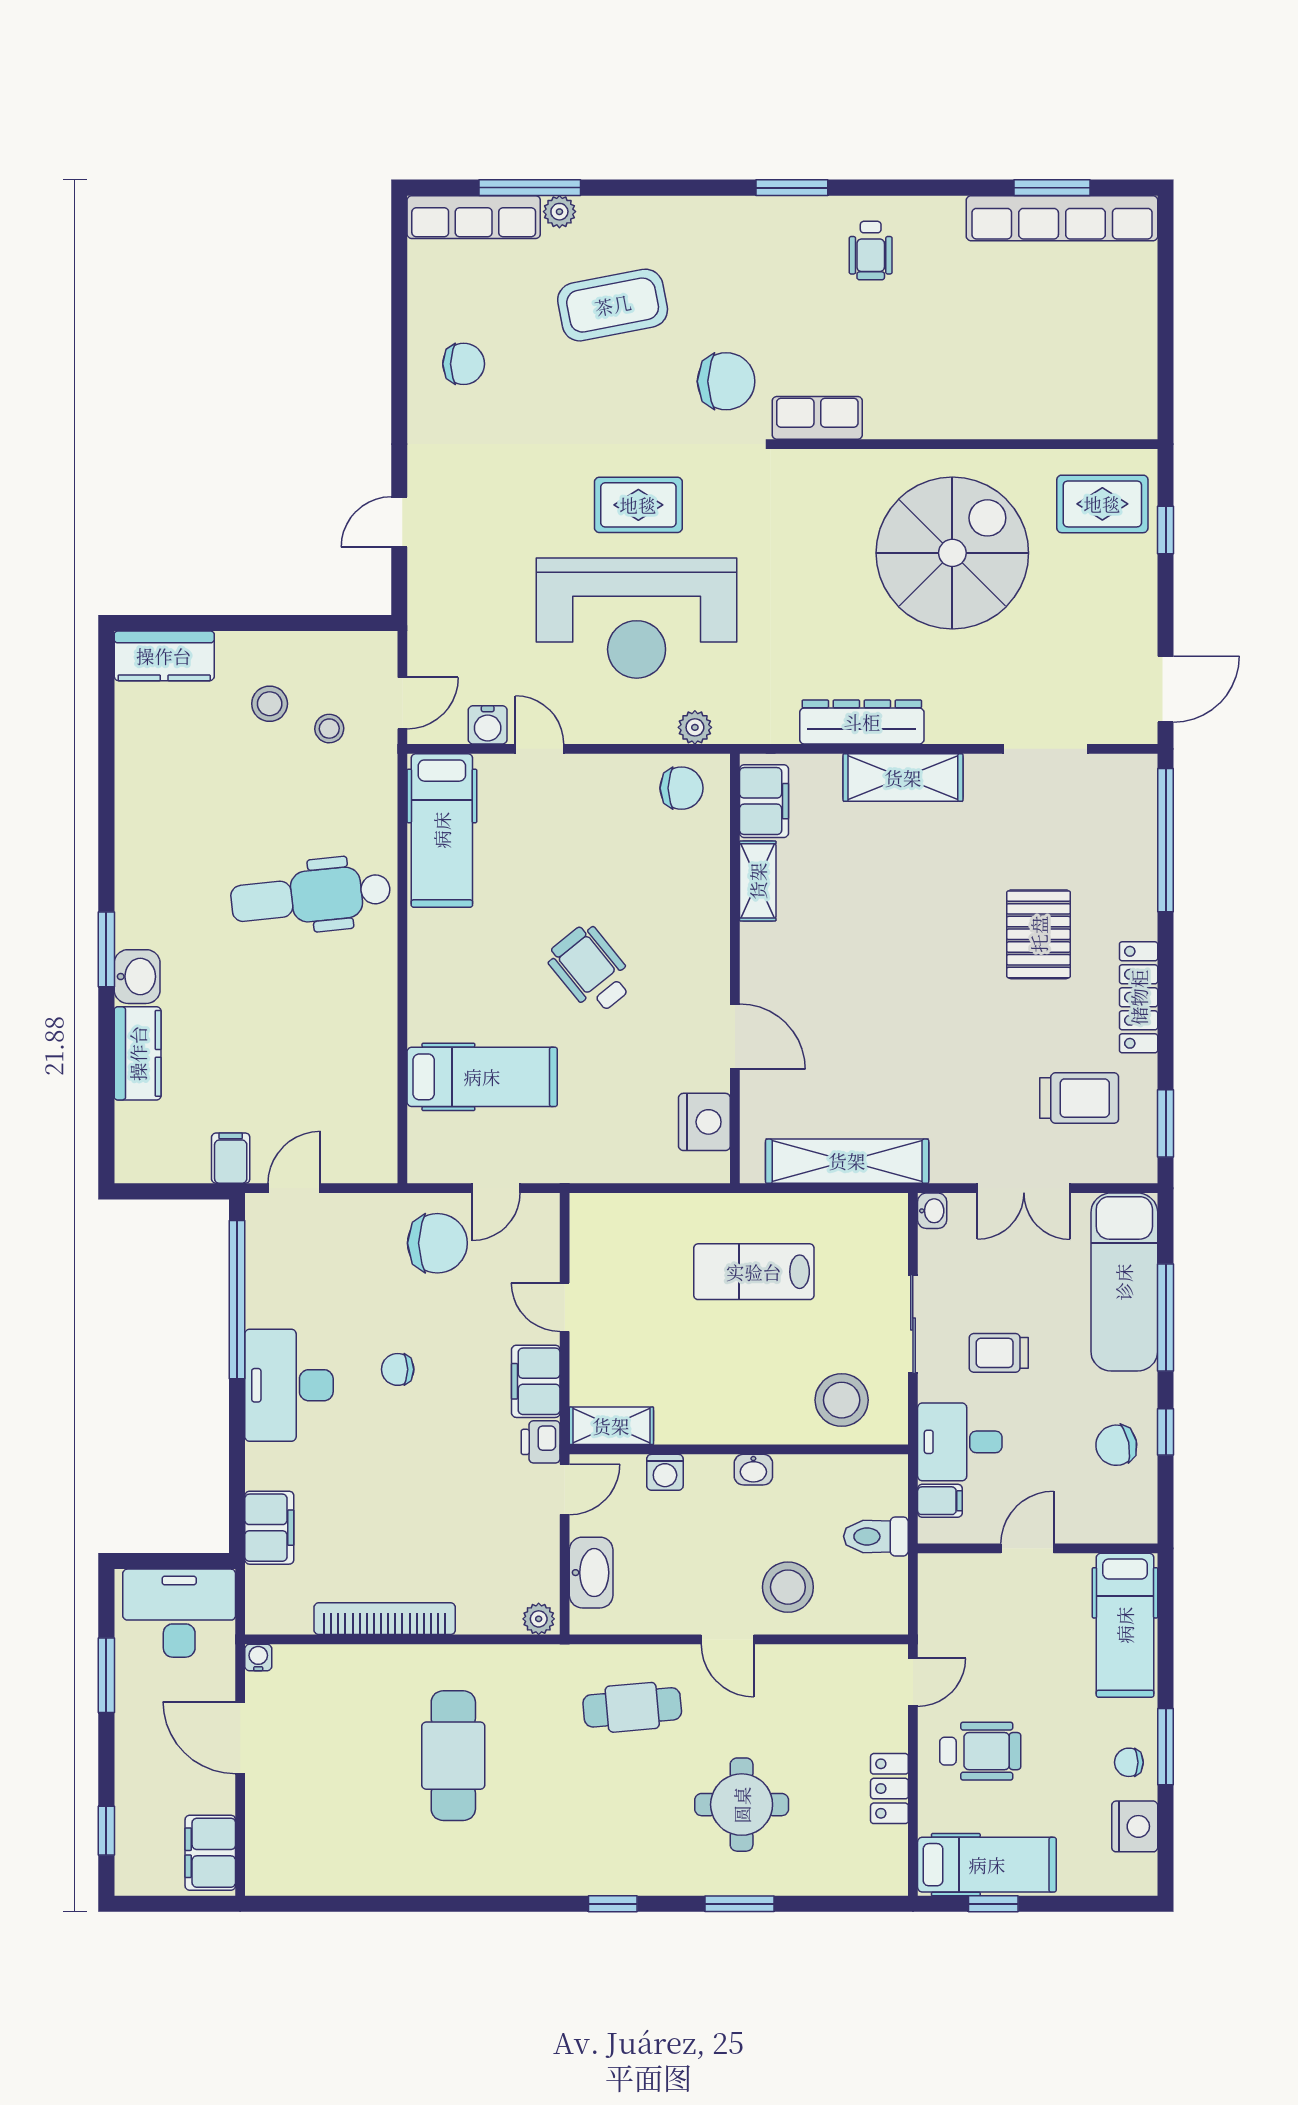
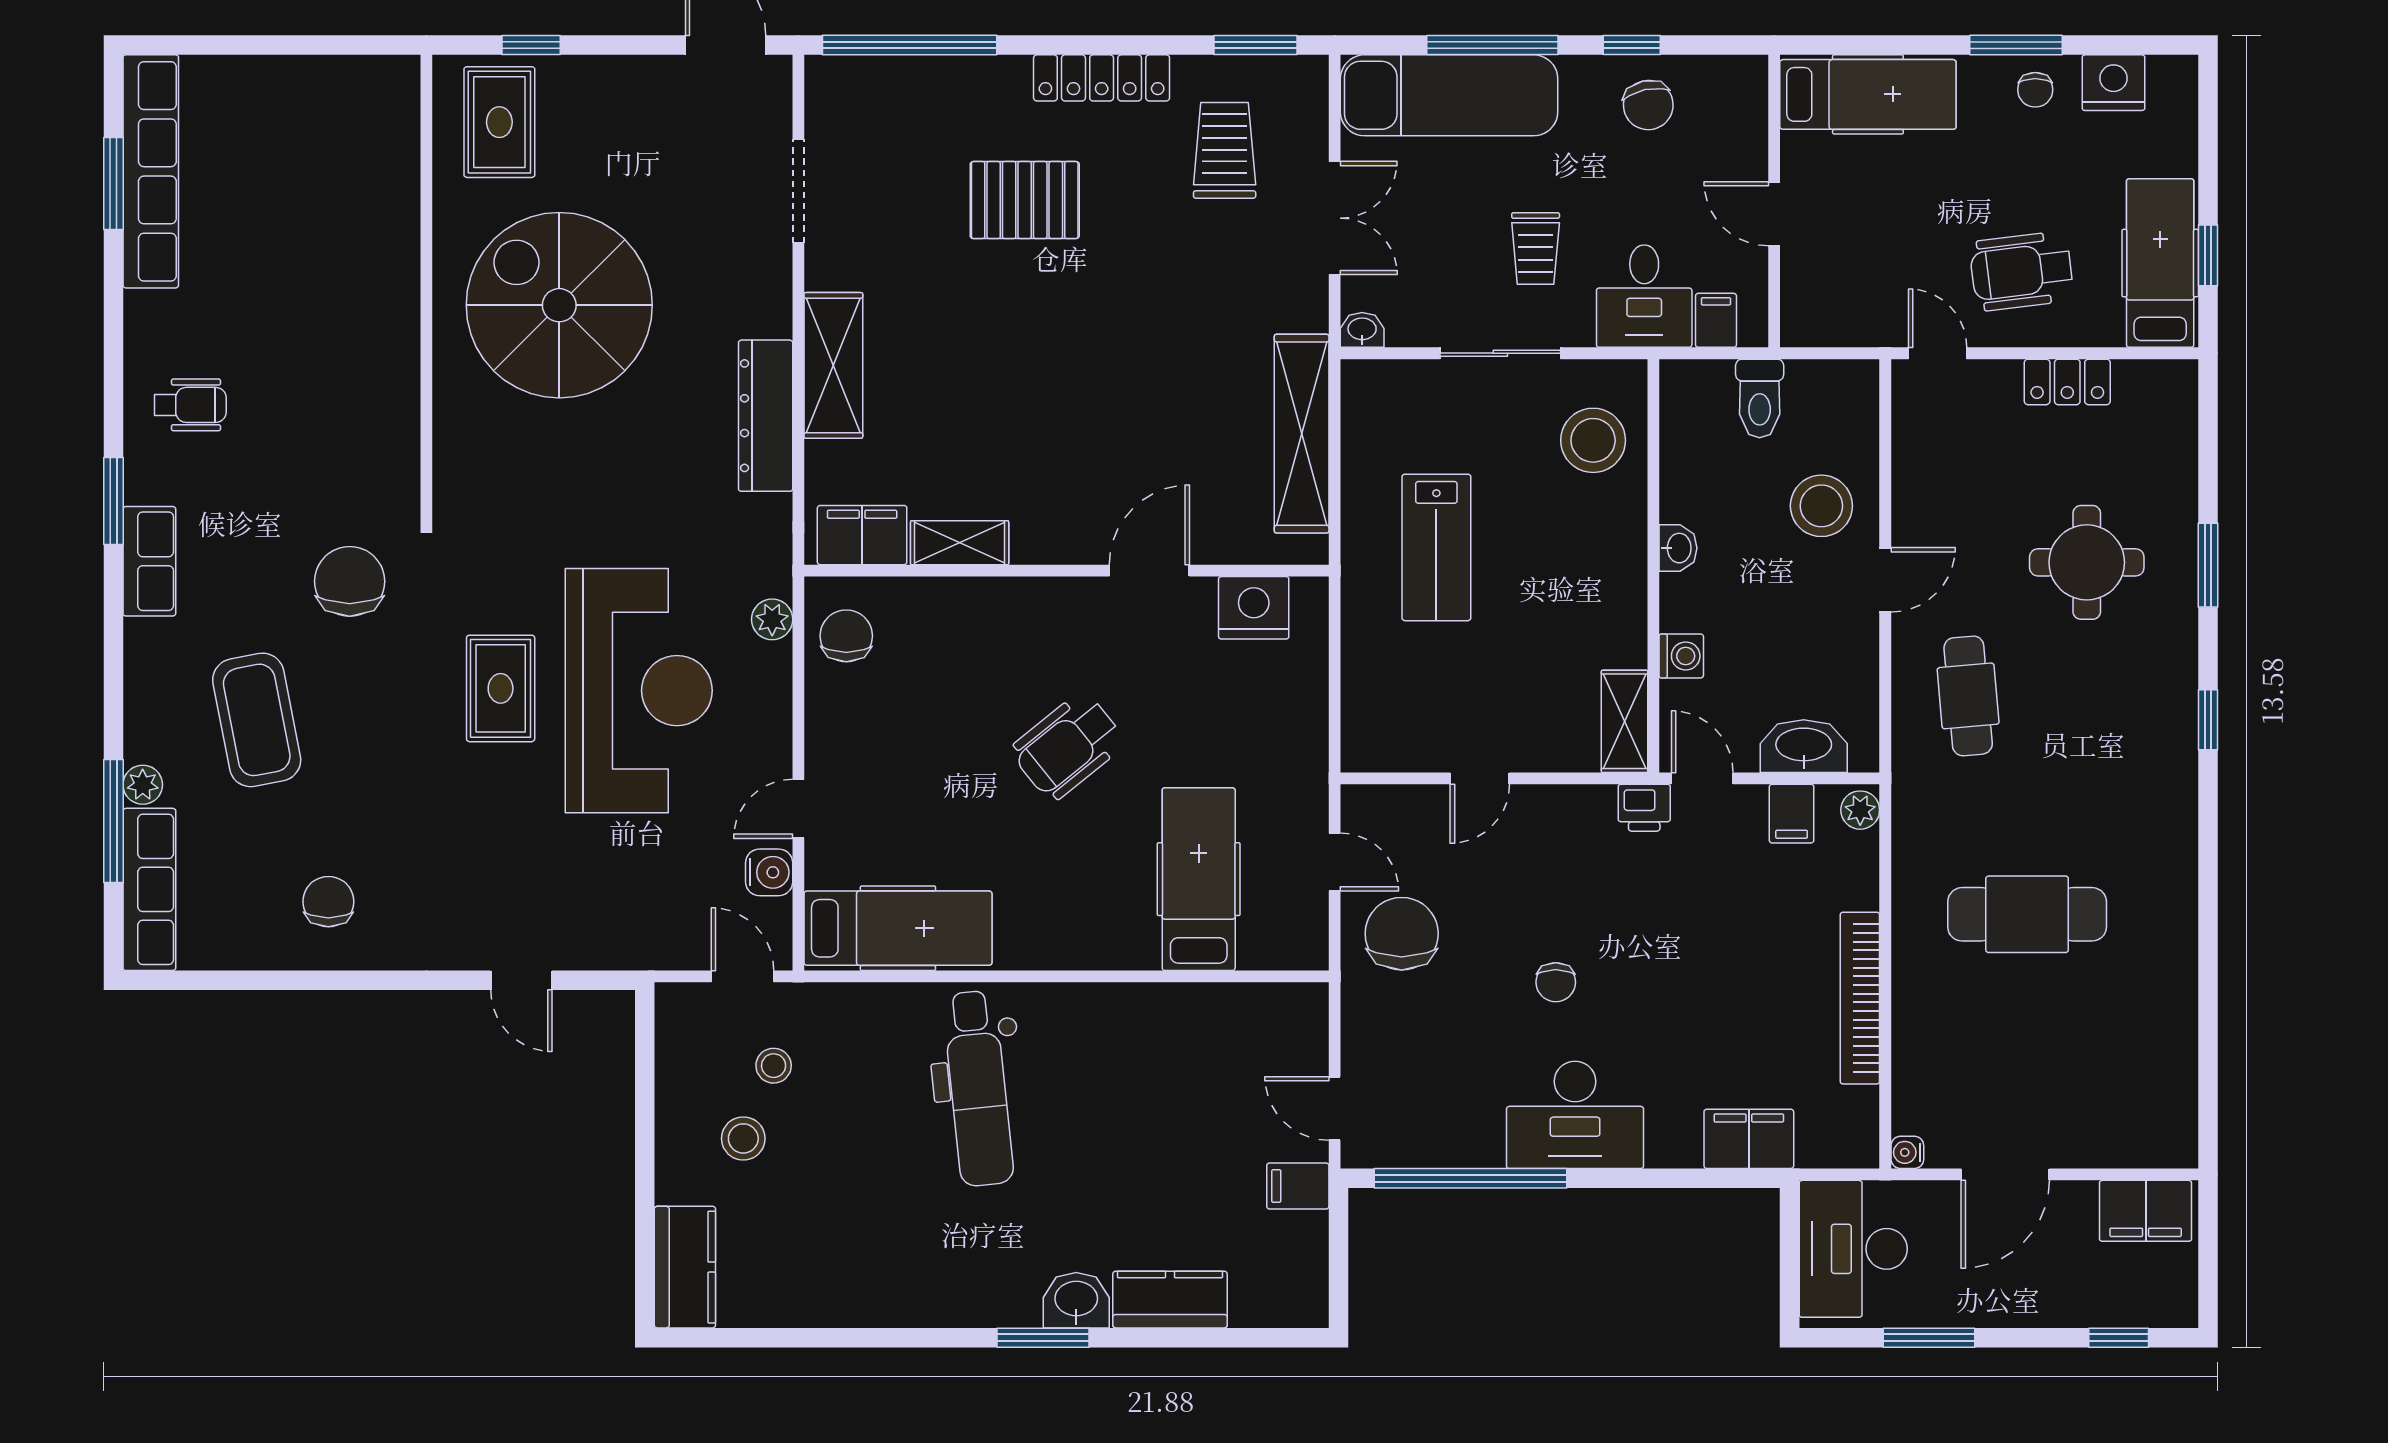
row of seats: (817, 418) -> (149, 561), moved, turned 180
filing cabinet: (536, 1381) -> (1792, 814), moved, width x0.50
wheelchair: (980, 1751) -> (2022, 271), turned -97

